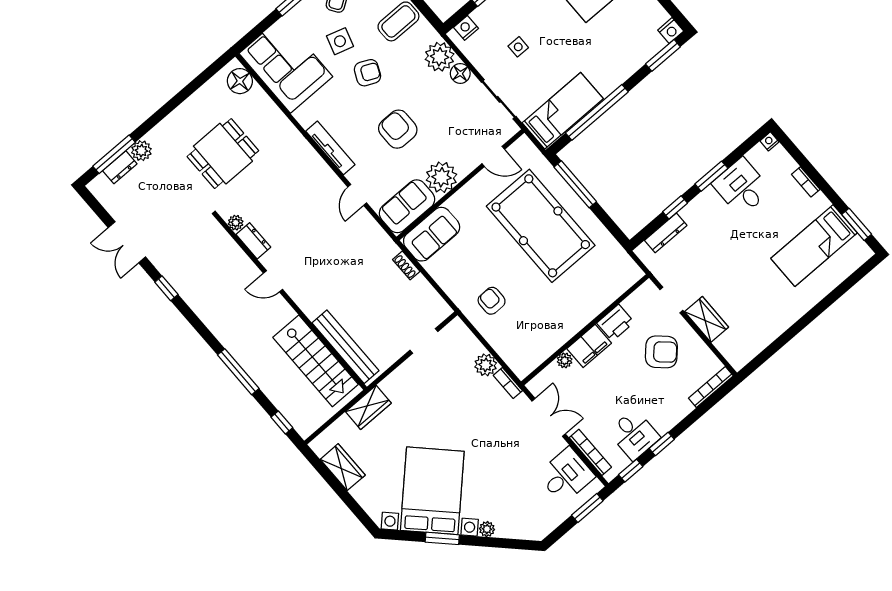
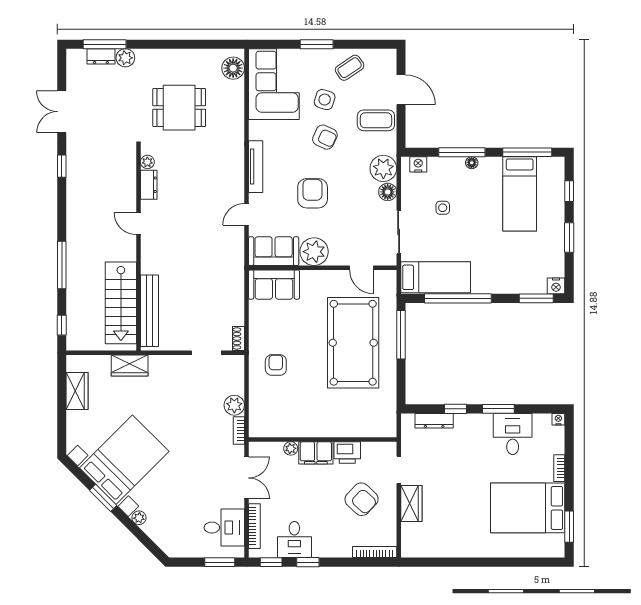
bed: (814, 246) -> (528, 508), width x1.50
shoe rack: (406, 265) -> (238, 338), moved

